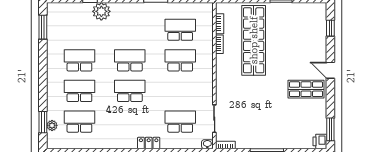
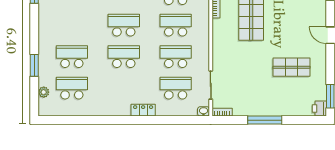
school desk: (79, 60) -> (176, 57), moved
shop shelf: (306, 89) -> (292, 67), moved
window: (43, 122) -> (34, 65), moved

